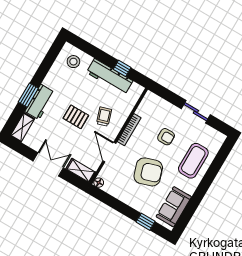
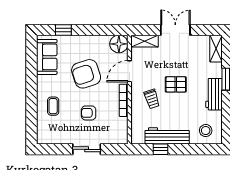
workbench: (40, 102) -> (214, 94), moved
sliding door: (196, 112) -> (87, 149), moved
door: (109, 152) -> (129, 71), swing flipped
coffee table: (193, 161) -> (53, 106), width x0.54, depth x0.58
double door: (48, 164) -> (175, 30), swing flipped
floor lamp: (99, 183) -> (119, 44), width x1.89, depth x1.89

